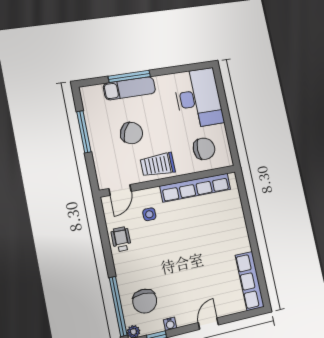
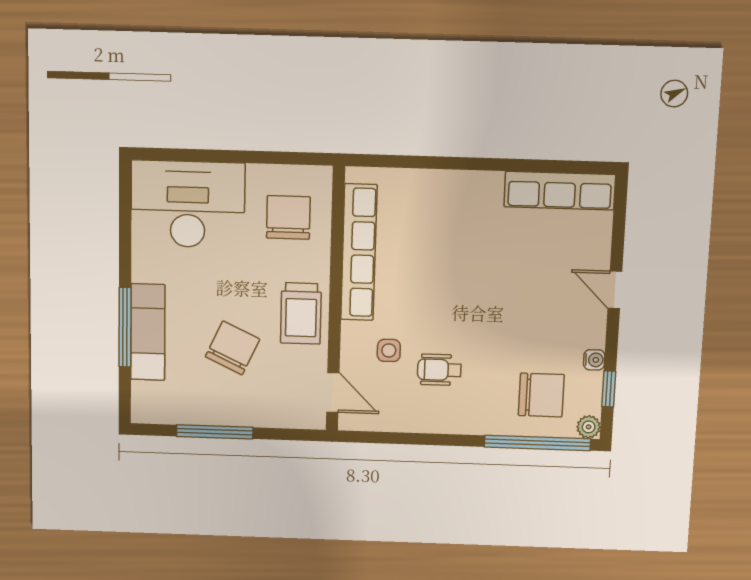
wheelchair: (121, 239) -> (439, 370), moved

